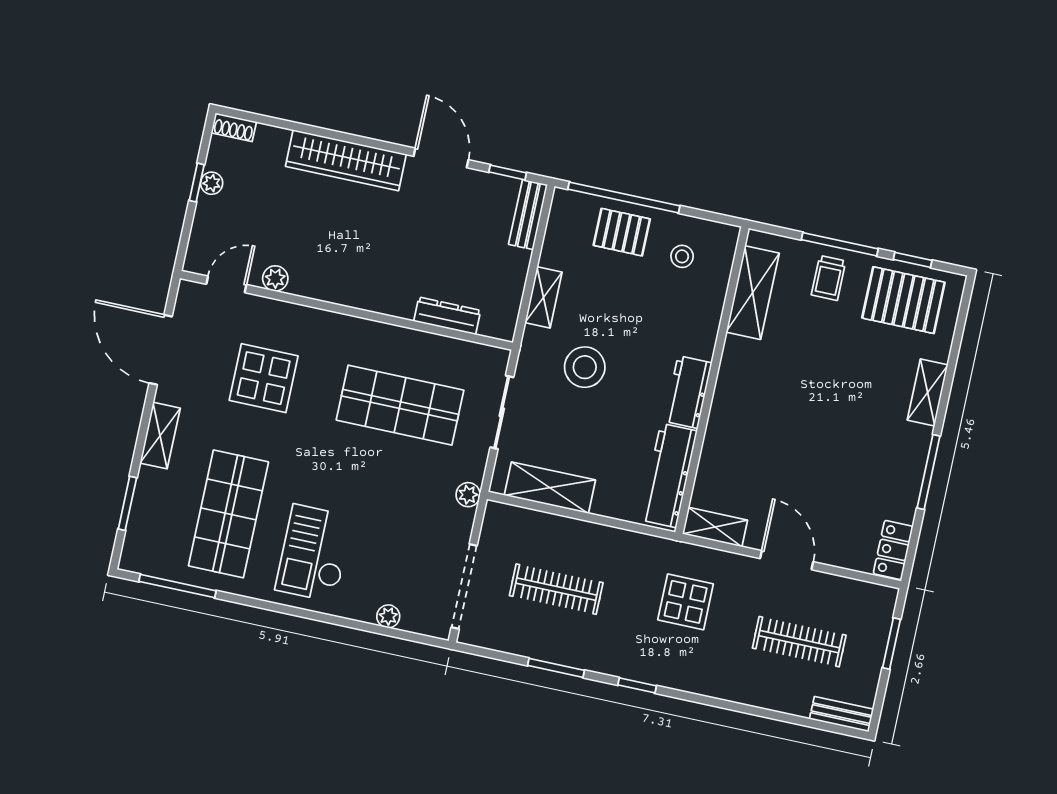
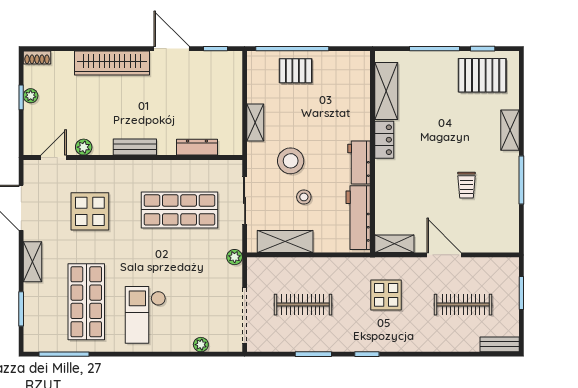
bench: (528, 214) -> (135, 147), moved, turned 90
stool: (682, 256) -> (304, 197), moved
trolley: (829, 278) -> (466, 185), moved
locker: (893, 550) -> (384, 140), moved, turned 180

